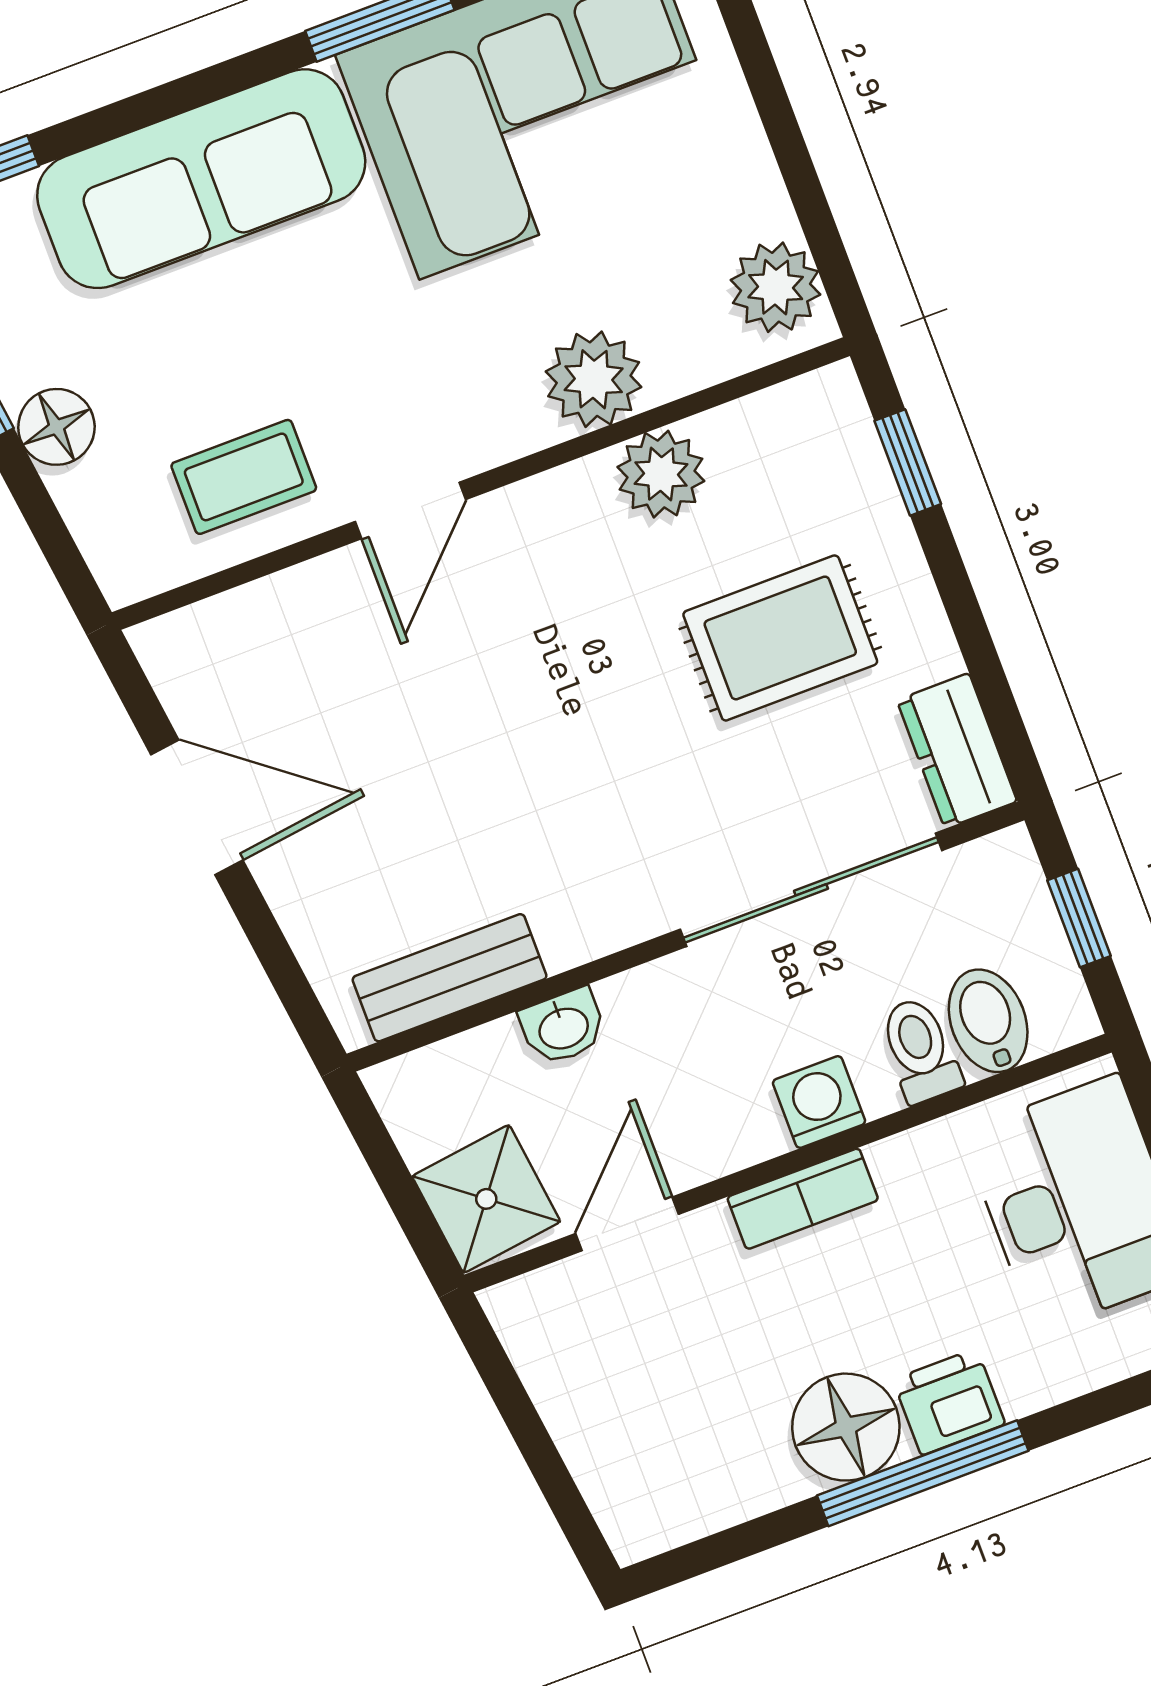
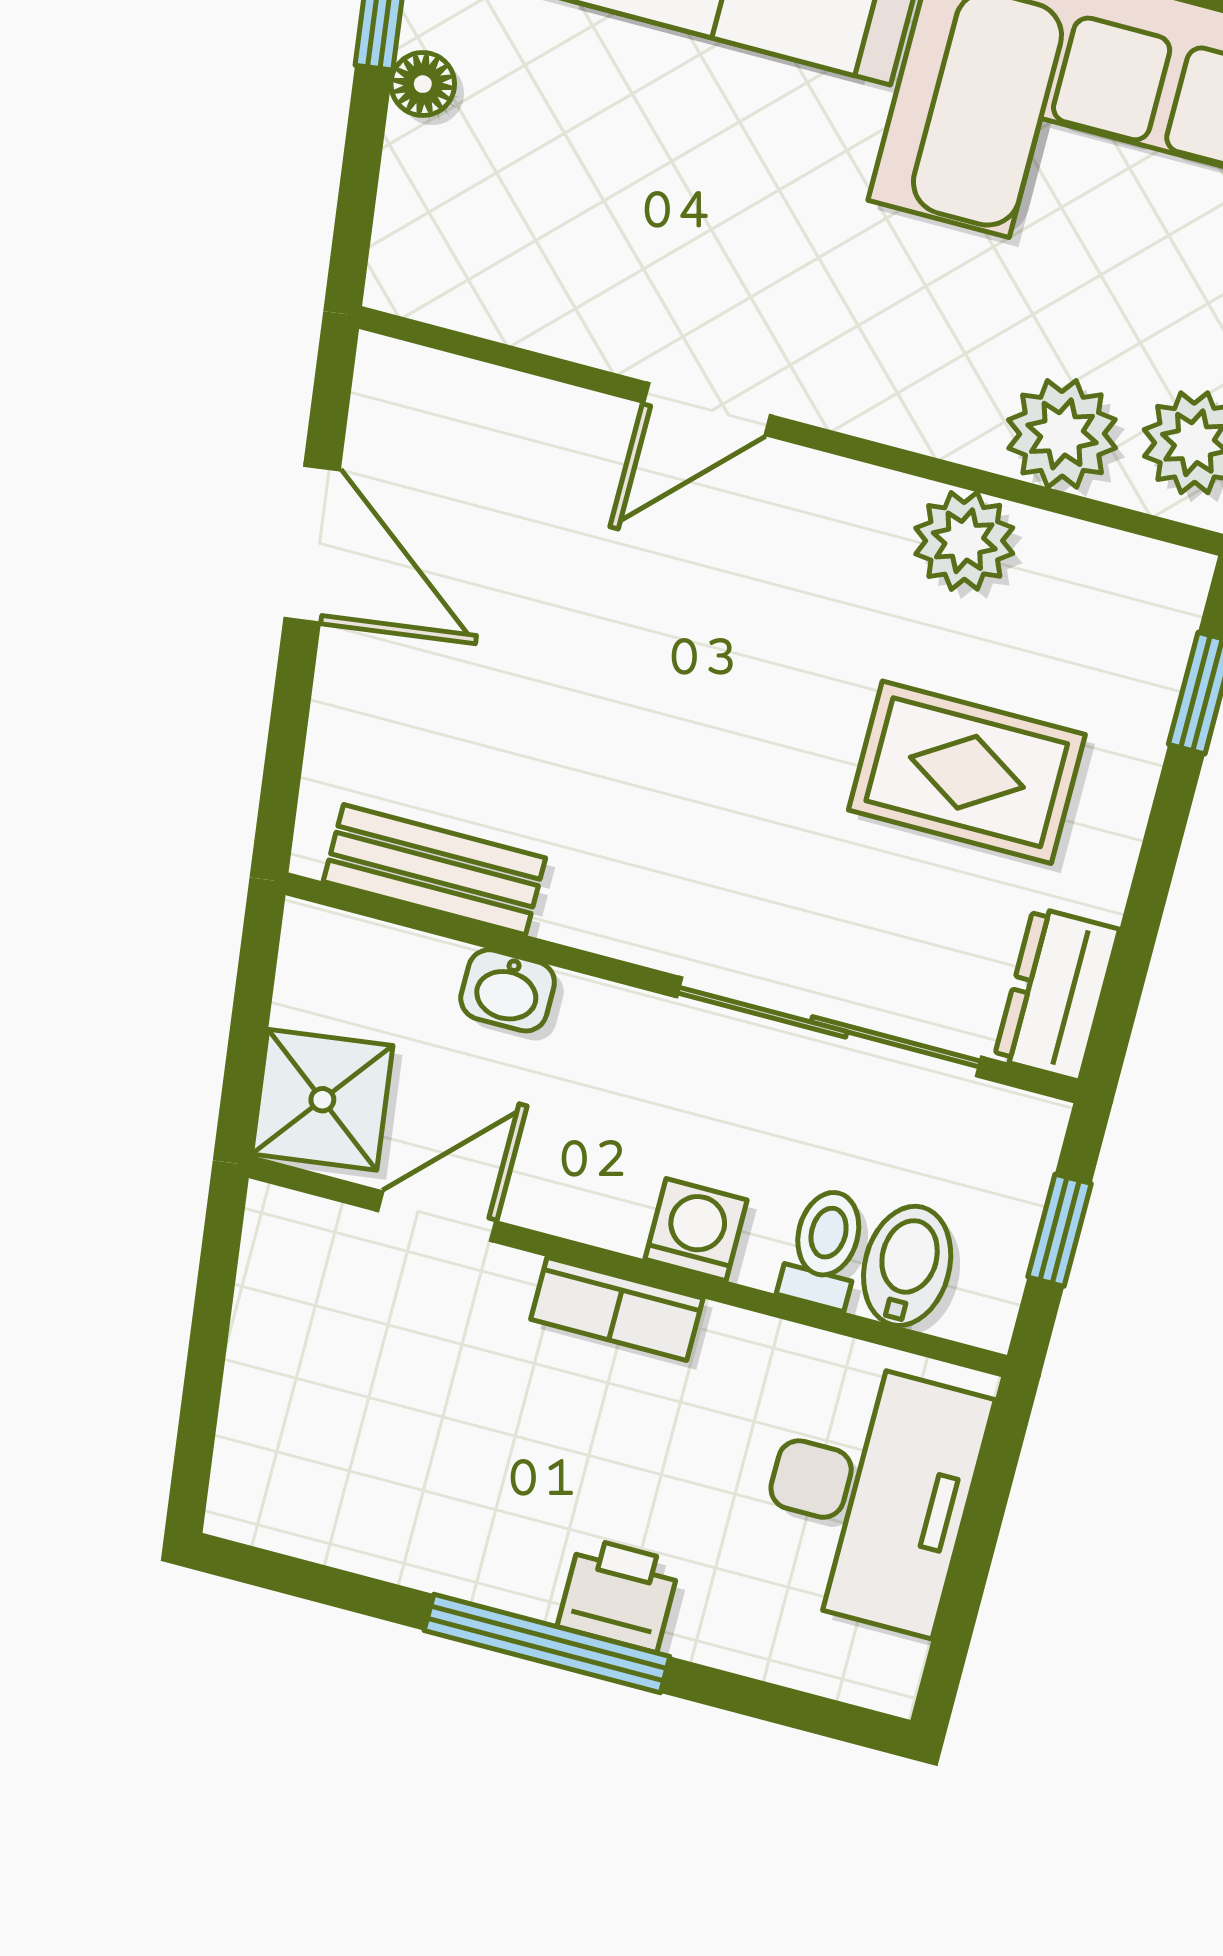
plant: (594, 379) -> (1062, 434), moved
floor lamp: (56, 427) -> (423, 84), width x0.73, depth x0.73
coffee table: (244, 477) -> (574, 268), removed
floor lamp: (846, 1427) -> (506, 1550), removed

